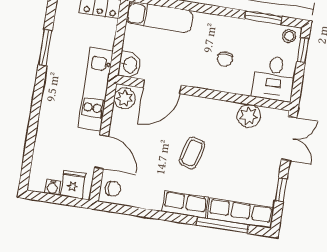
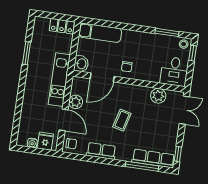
chair: (225, 59) -> (127, 67), moved
plant: (125, 98) -> (76, 102), moved
window: (281, 190) -> (178, 154), moved
row of seats: (185, 205) -> (101, 151), moved

